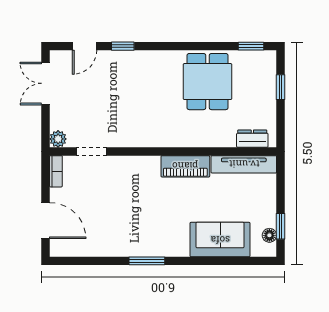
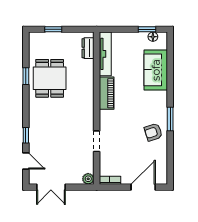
window: (251, 46) -> (26, 76), moved
dining table: (208, 82) -> (50, 78), turned 90
doorway: (92, 151) -> (97, 141), moved
armchair: (128, 236) -> (153, 132), added

